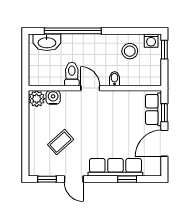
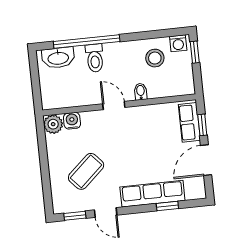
toilet: (72, 74) -> (95, 58), moved, turned 180
coffee table: (61, 142) -> (86, 171), width x1.36, depth x1.30

